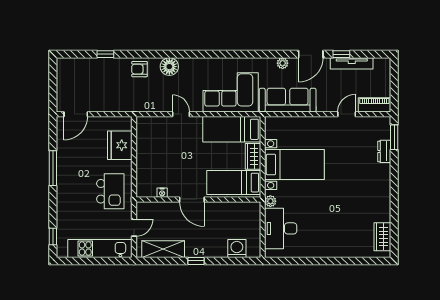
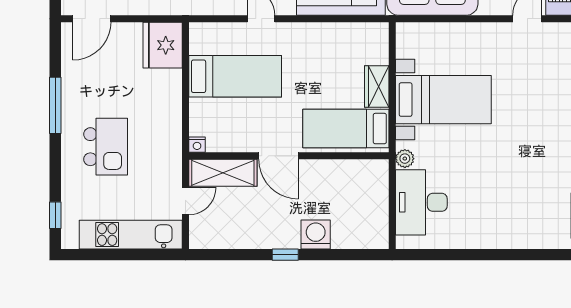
bed: (232, 129) -> (235, 76), moved, turned 180
fridge: (120, 145) -> (163, 45), moved
kitchen island: (110, 191) -> (106, 147), moved
nightstand: (162, 193) -> (197, 145), moved
washing machine: (237, 248) -> (316, 234), moved
shelving: (163, 249) -> (223, 173), moved

